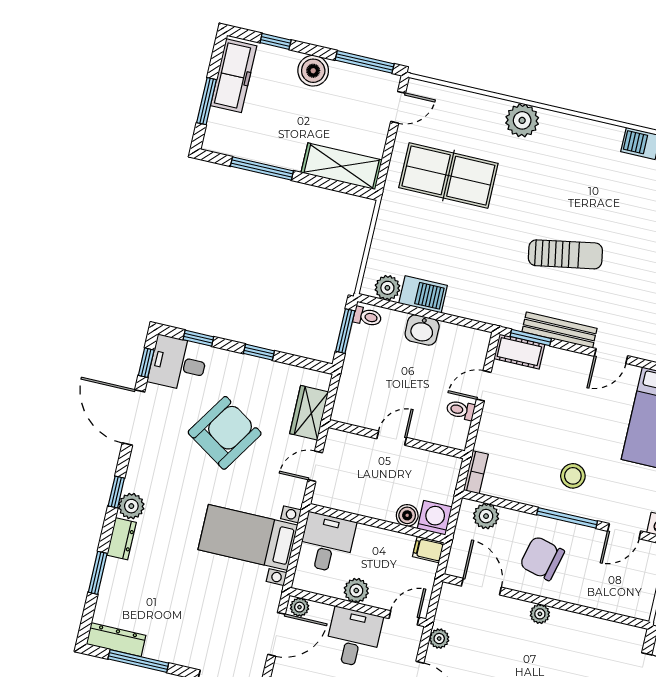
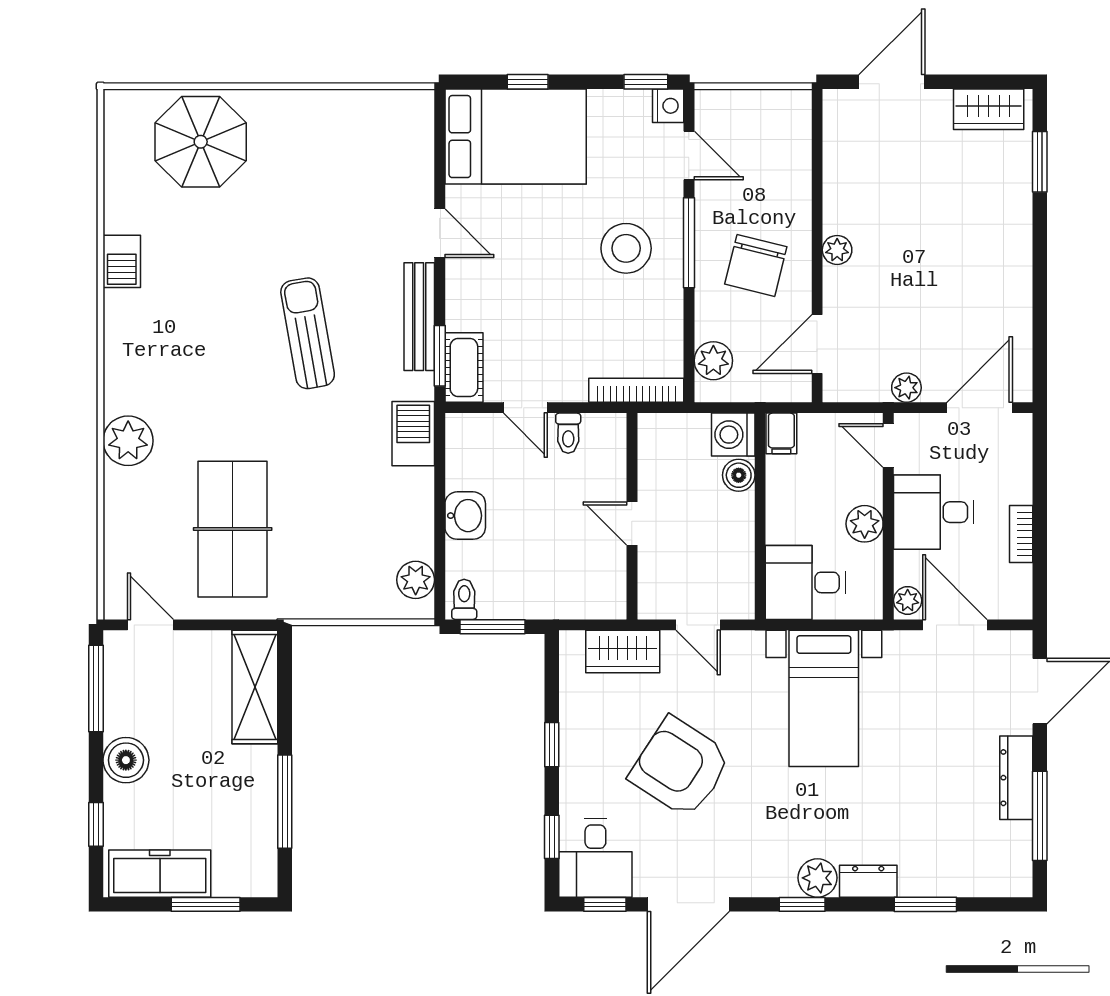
barbecue: (423, 294) -> (413, 434), moved
bookcase: (476, 472) -> (636, 390), width x1.56
stool: (573, 476) -> (626, 248), width x1.38, depth x1.38
dresser: (116, 640) -> (1016, 778), moved

